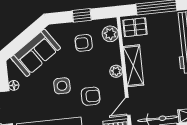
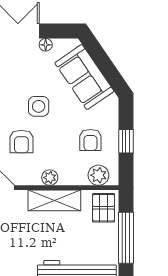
armchair: (84, 43) -> (90, 140), turned 180

